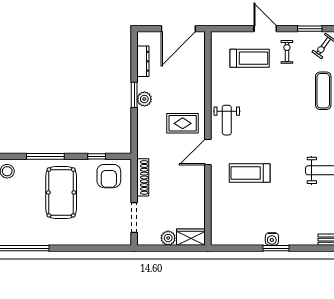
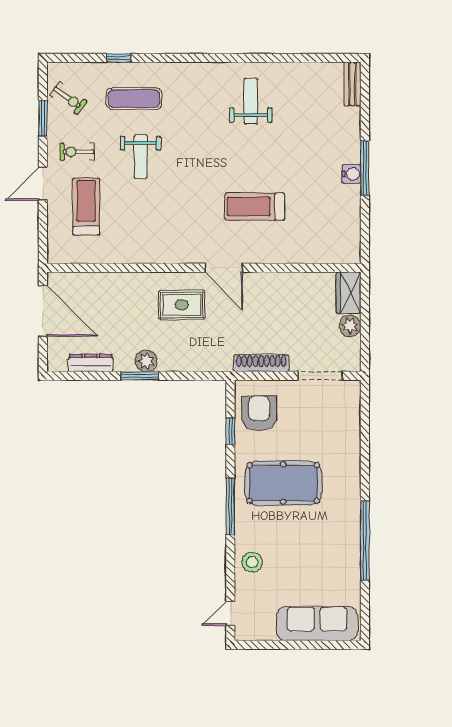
weight bench: (227, 120) -> (141, 156), moved, turned 90
rug: (183, 123) -> (182, 305), turned 90
treadmill: (250, 173) -> (255, 206), turned 90
armchair: (109, 176) -> (259, 413), turned -90
window: (276, 248) -> (365, 168), width x1.44

